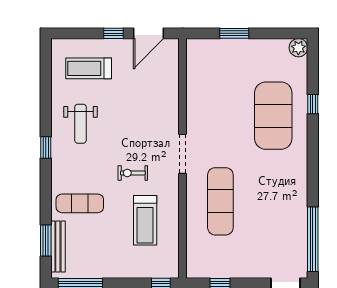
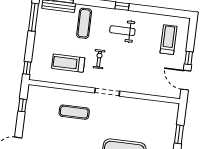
weight bench: (81, 124) -> (122, 31), moved
exercise mat: (220, 201) -> (74, 112), width x0.73, depth x0.69

